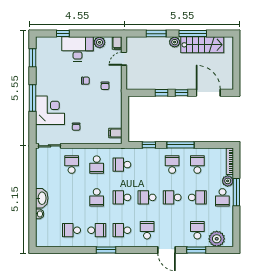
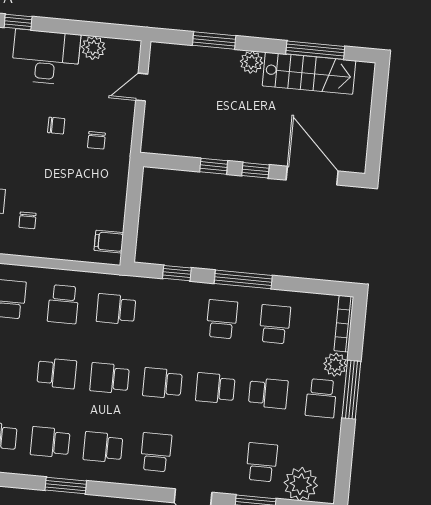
window: (193, 34) -> (315, 50), moved
filing cabinet: (117, 43) -> (130, 53), removed
school desk: (97, 197) -> (57, 373), turned -90
school desk: (97, 230) -> (50, 442), turned 180

